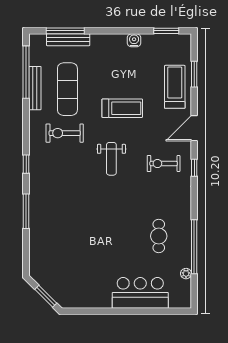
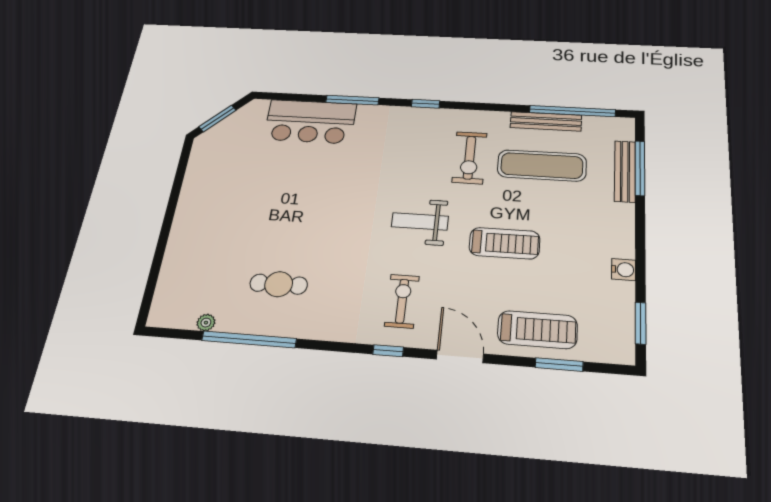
treadmill: (122, 108) -> (504, 243), turned -90
exercise bike: (65, 133) -> (470, 158), turned 180
bar counter: (140, 293) -> (310, 122), moved, turned 90

